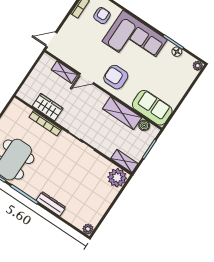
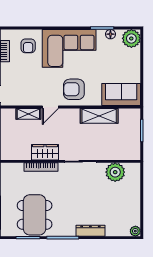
armchair: (102, 16) -> (28, 46), turned 180
plant: (198, 66) -> (131, 38), width x1.88, depth x1.88
wardrobe: (48, 107) -> (45, 152), moved
boiler: (144, 125) -> (124, 114), removed
shelving: (124, 161) -> (128, 154), removed
plant: (117, 178) -> (115, 172), moved

